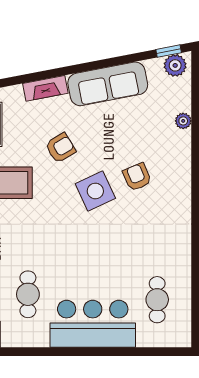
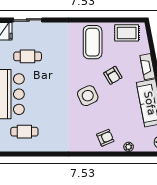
armchair: (137, 177) -> (105, 138), moved

